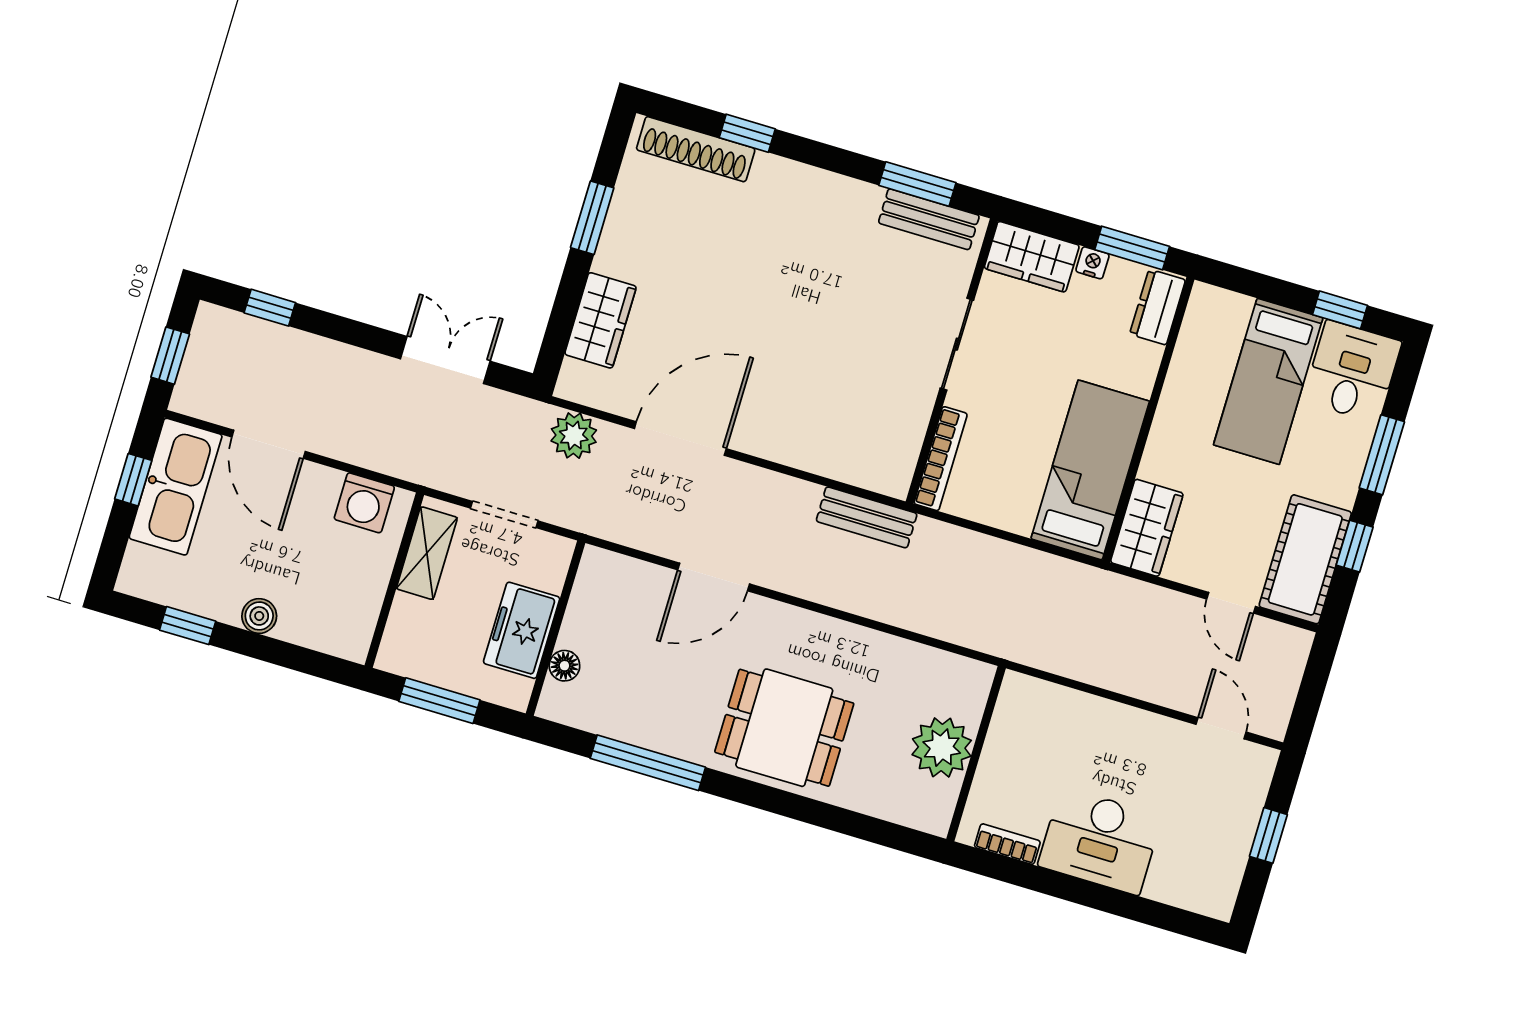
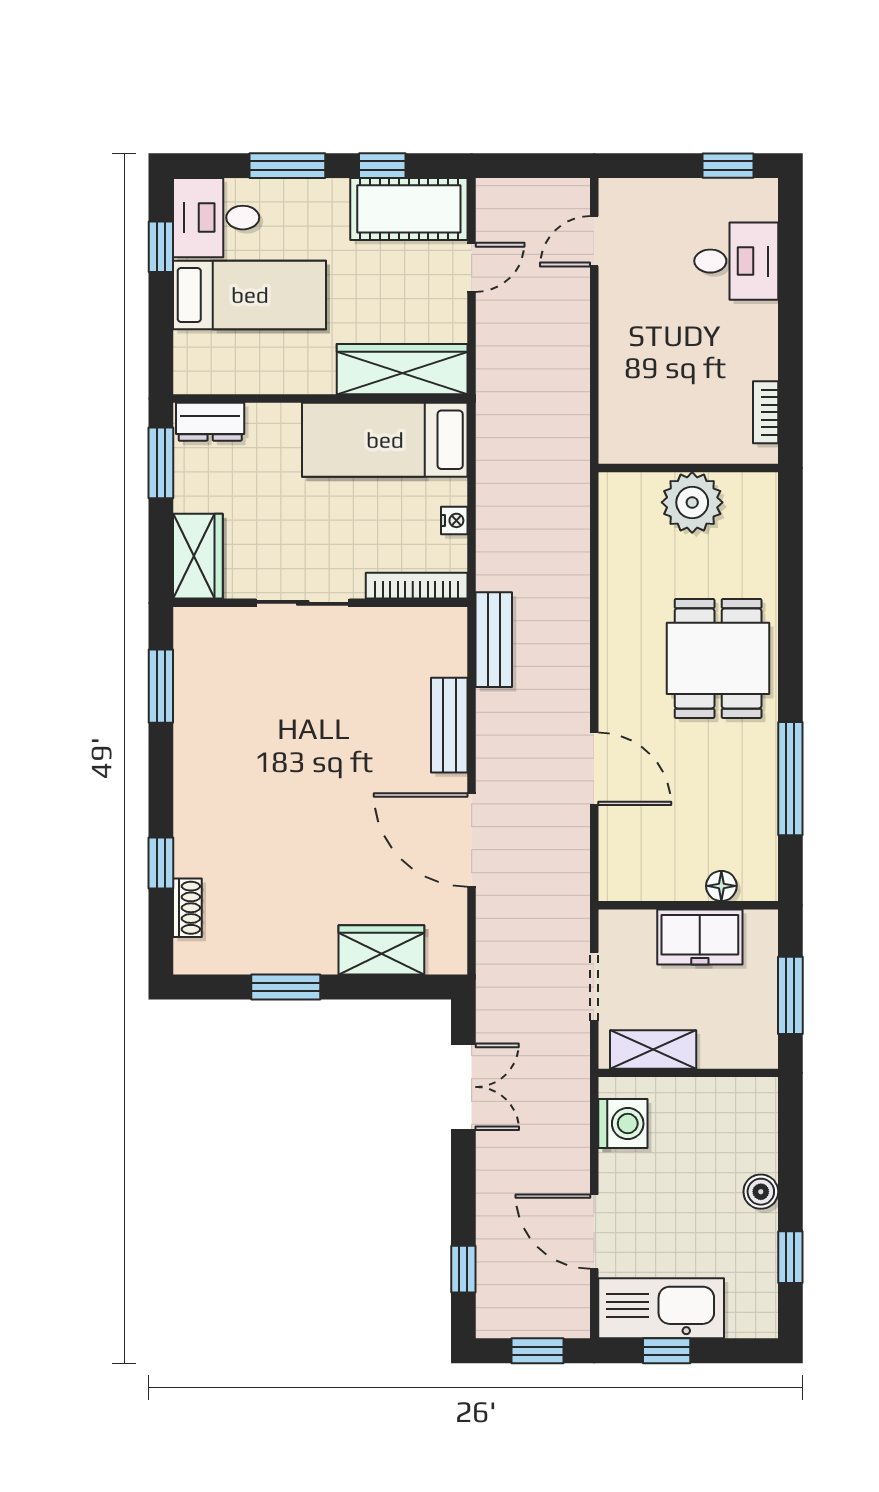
shoe rack: (696, 149) -> (187, 908), width x0.51, depth x0.81
bench: (929, 219) -> (449, 725), moved
nightstand: (1092, 263) -> (454, 520), moved, turned 180
double door: (445, 360) -> (463, 1087), swing flipped
plant: (574, 436) -> (499, 943), removed
door: (269, 444) -> (594, 1232), swing flipped
wardrobe: (1147, 528) -> (402, 369), width x1.50
window: (1268, 835) -> (728, 166), moved
desk: (1100, 841) -> (736, 261), moved, width x0.73

